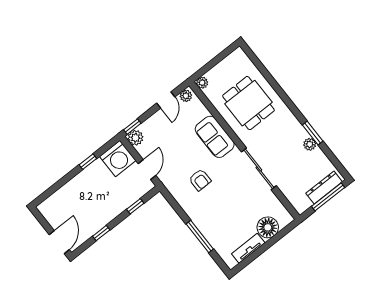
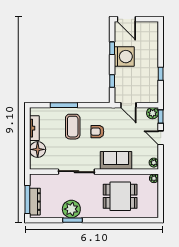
door: (166, 100) -> (161, 138), moved
plant: (310, 144) -> (71, 209), width x1.88, depth x1.88
washing machine: (118, 159) -> (124, 57), moved, turned 180
coffee table: (215, 210) -> (73, 127), added

